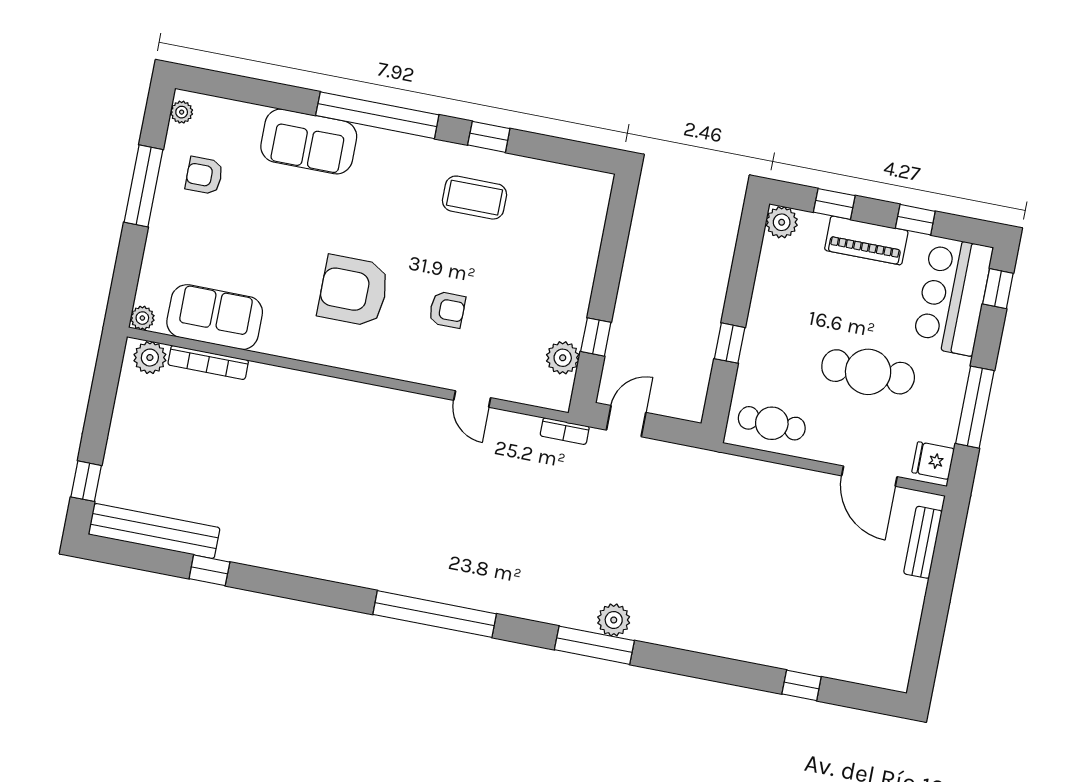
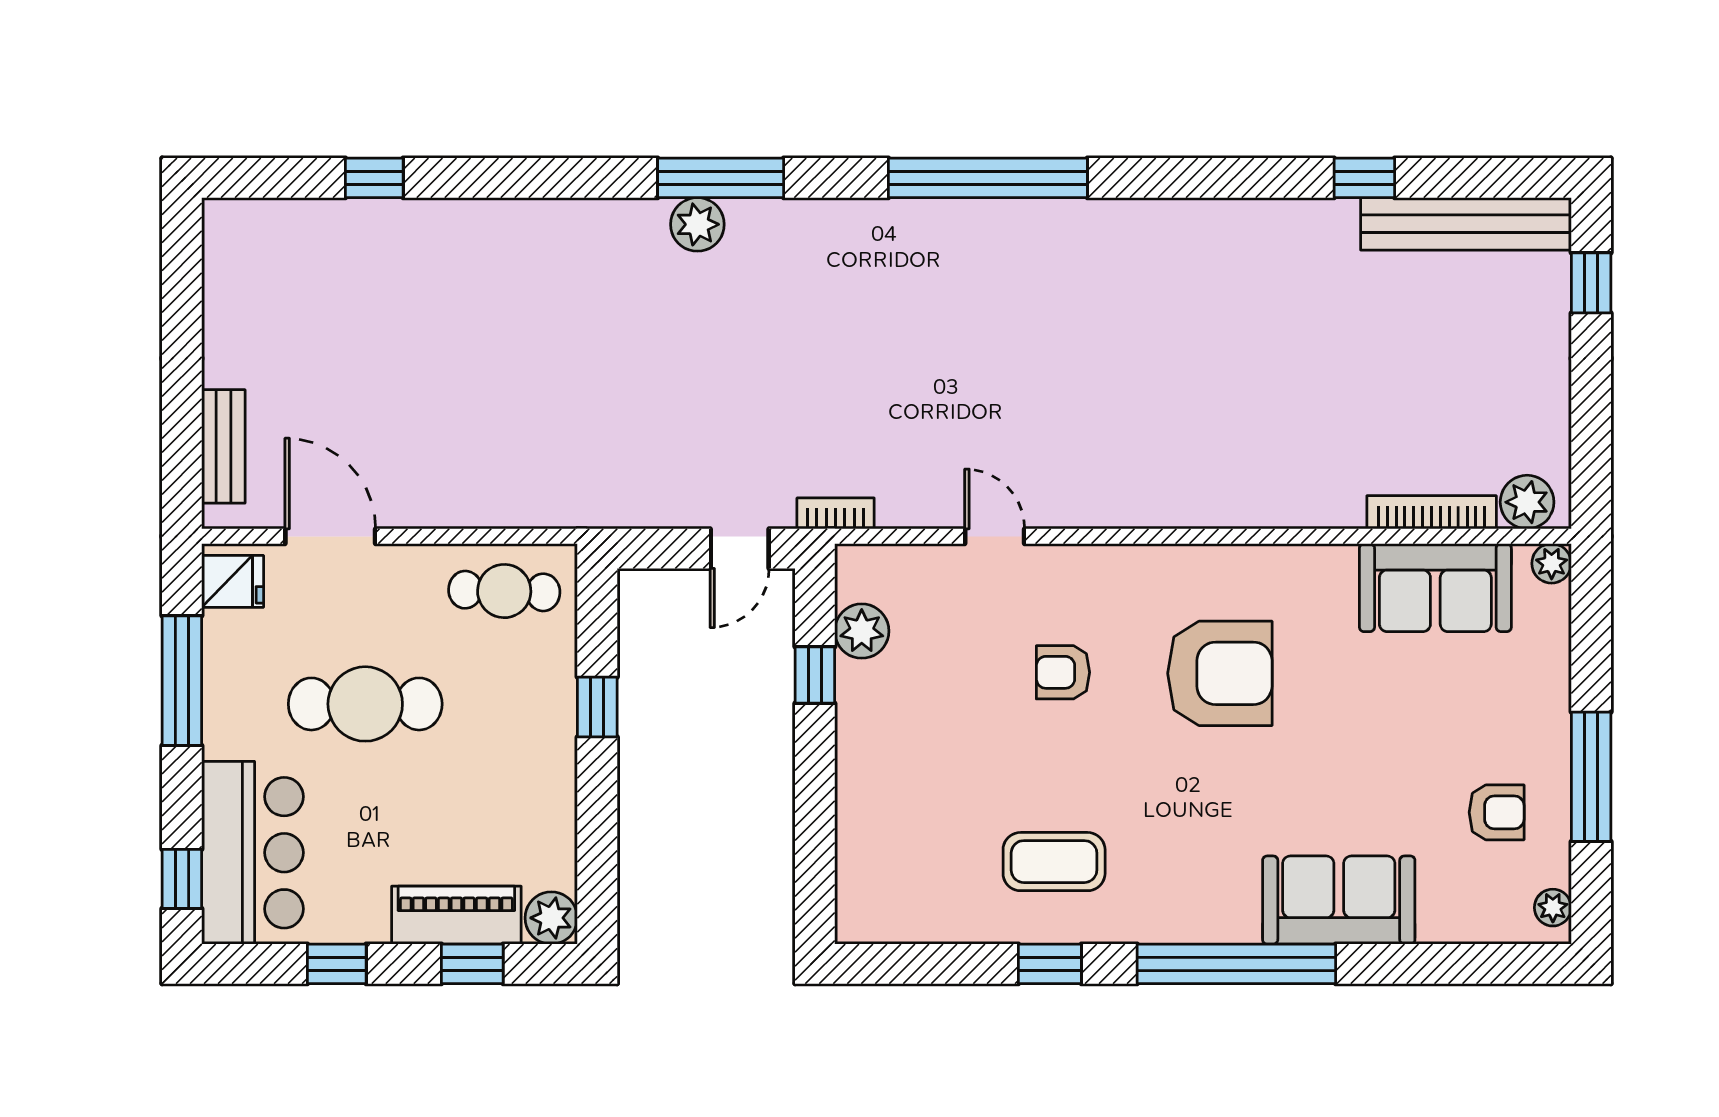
piano: (866, 240) -> (456, 915), moved

